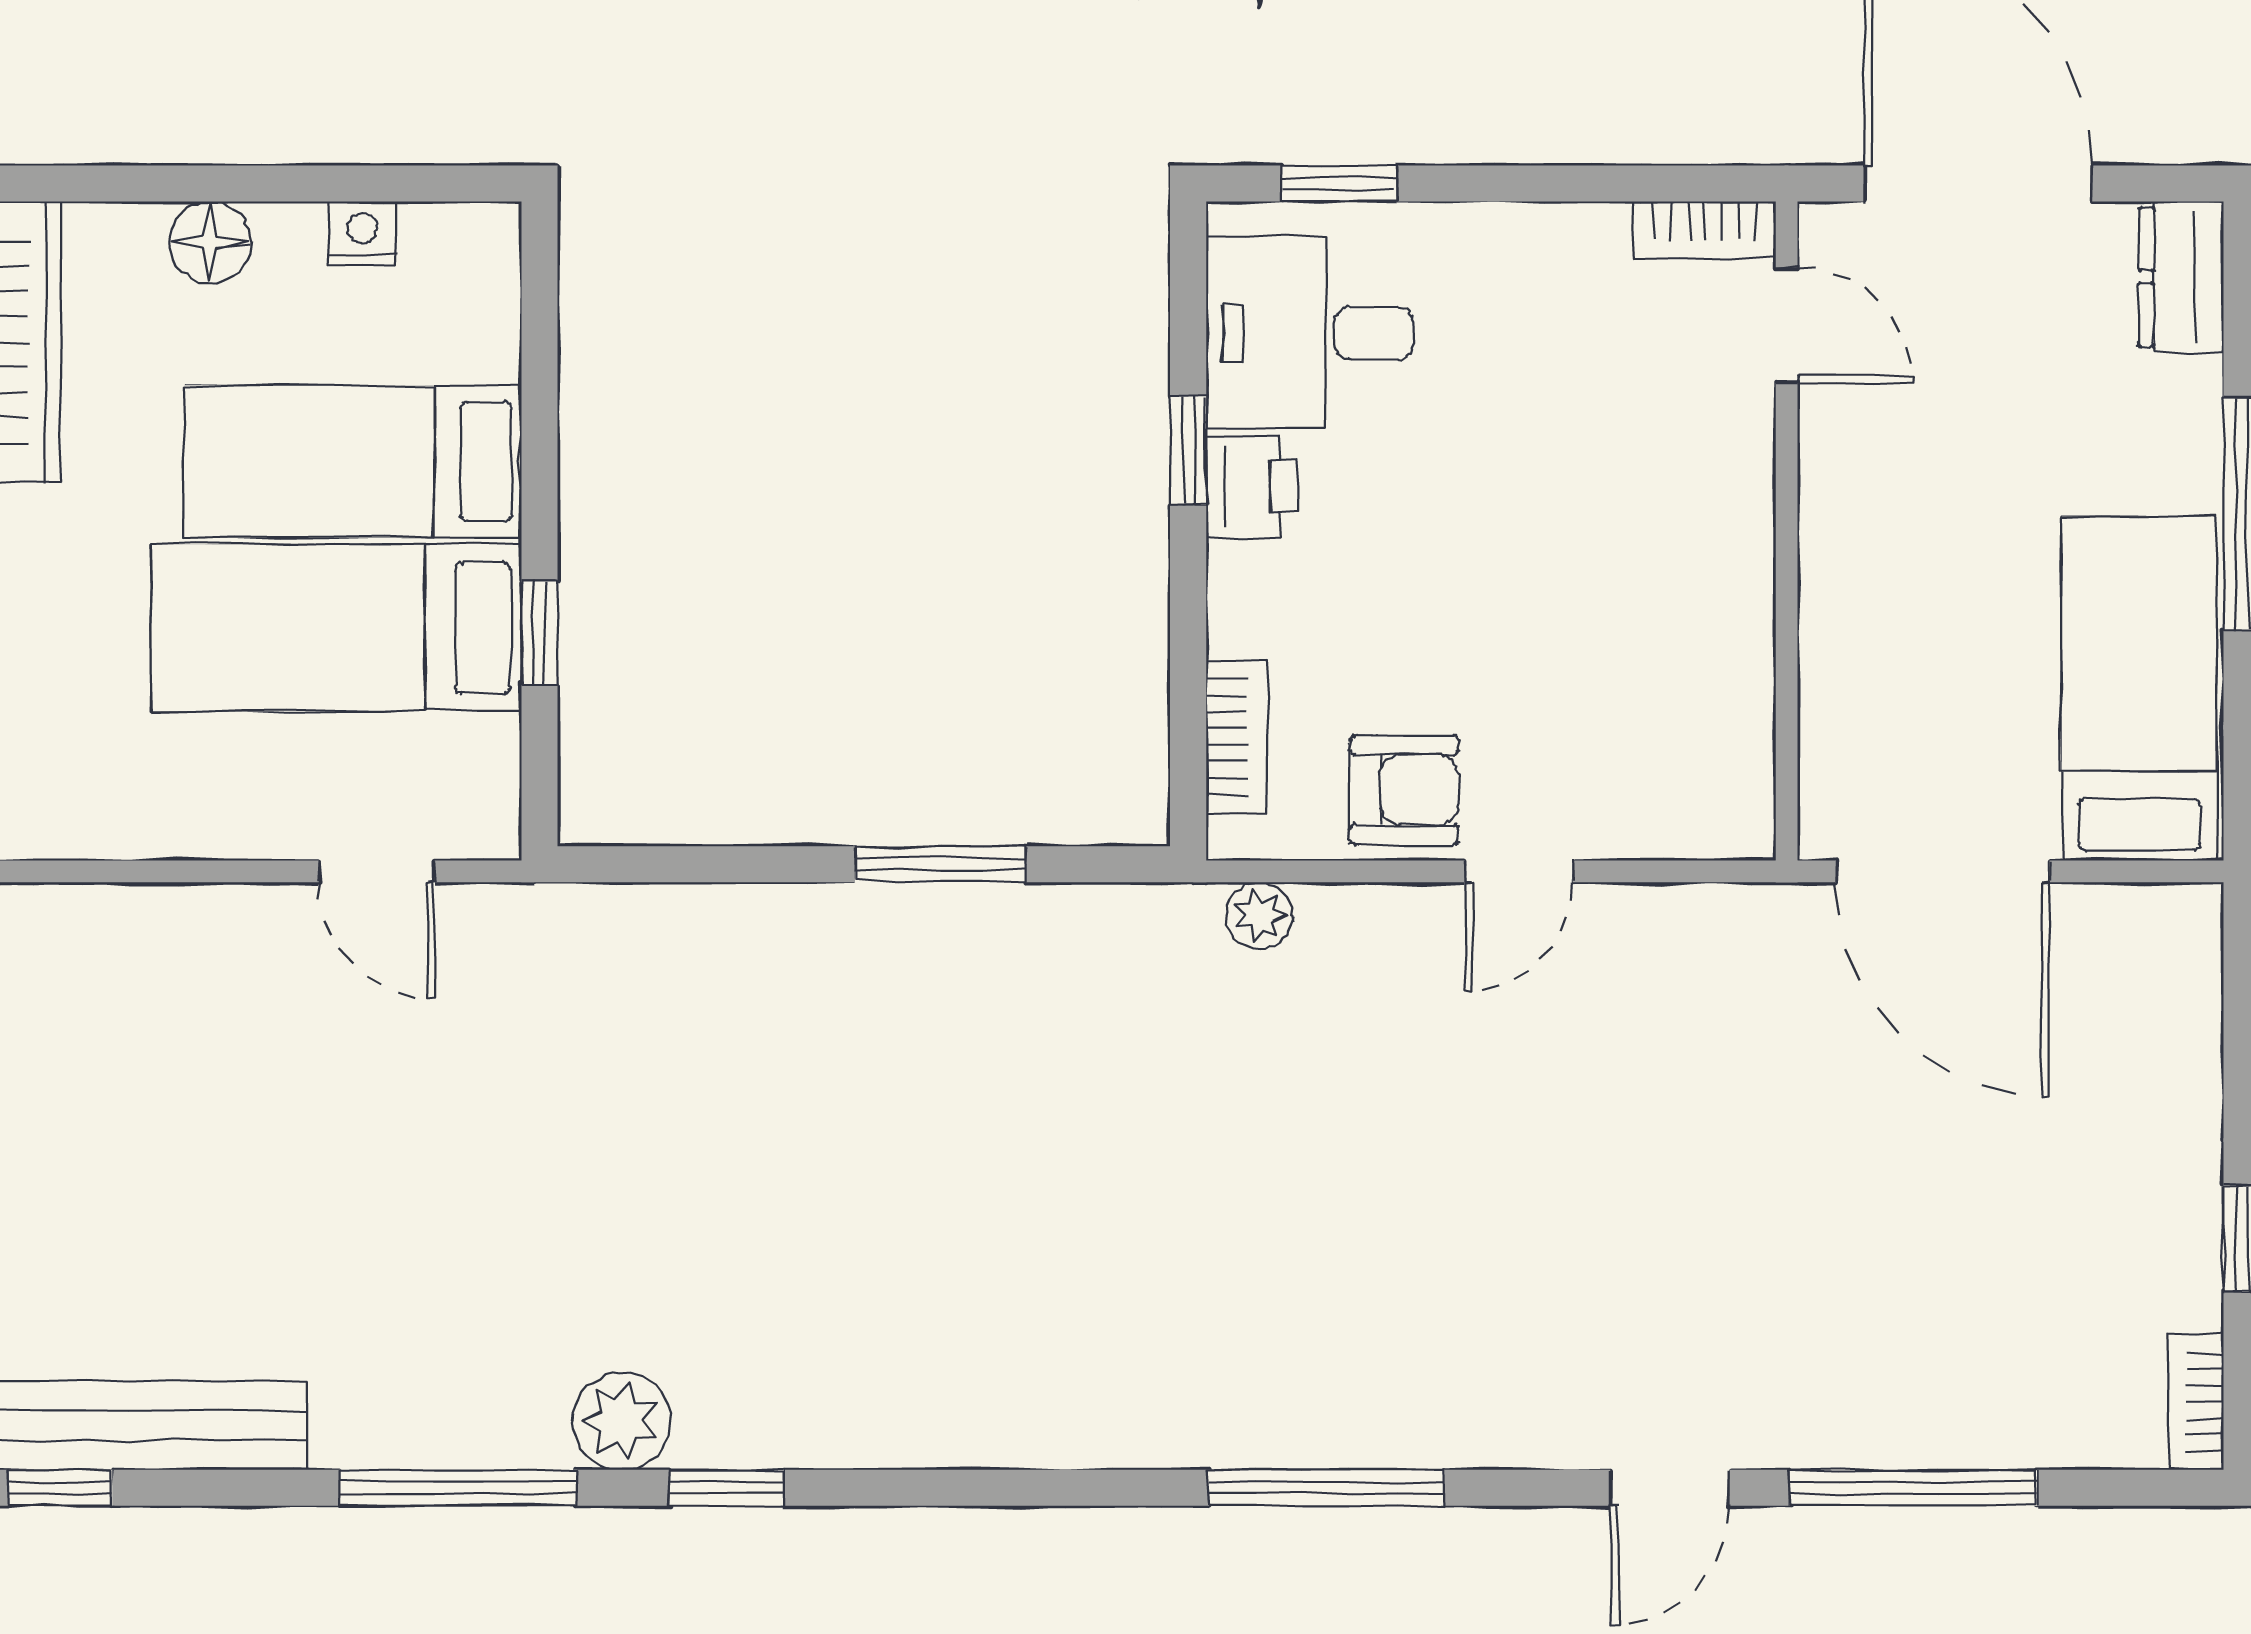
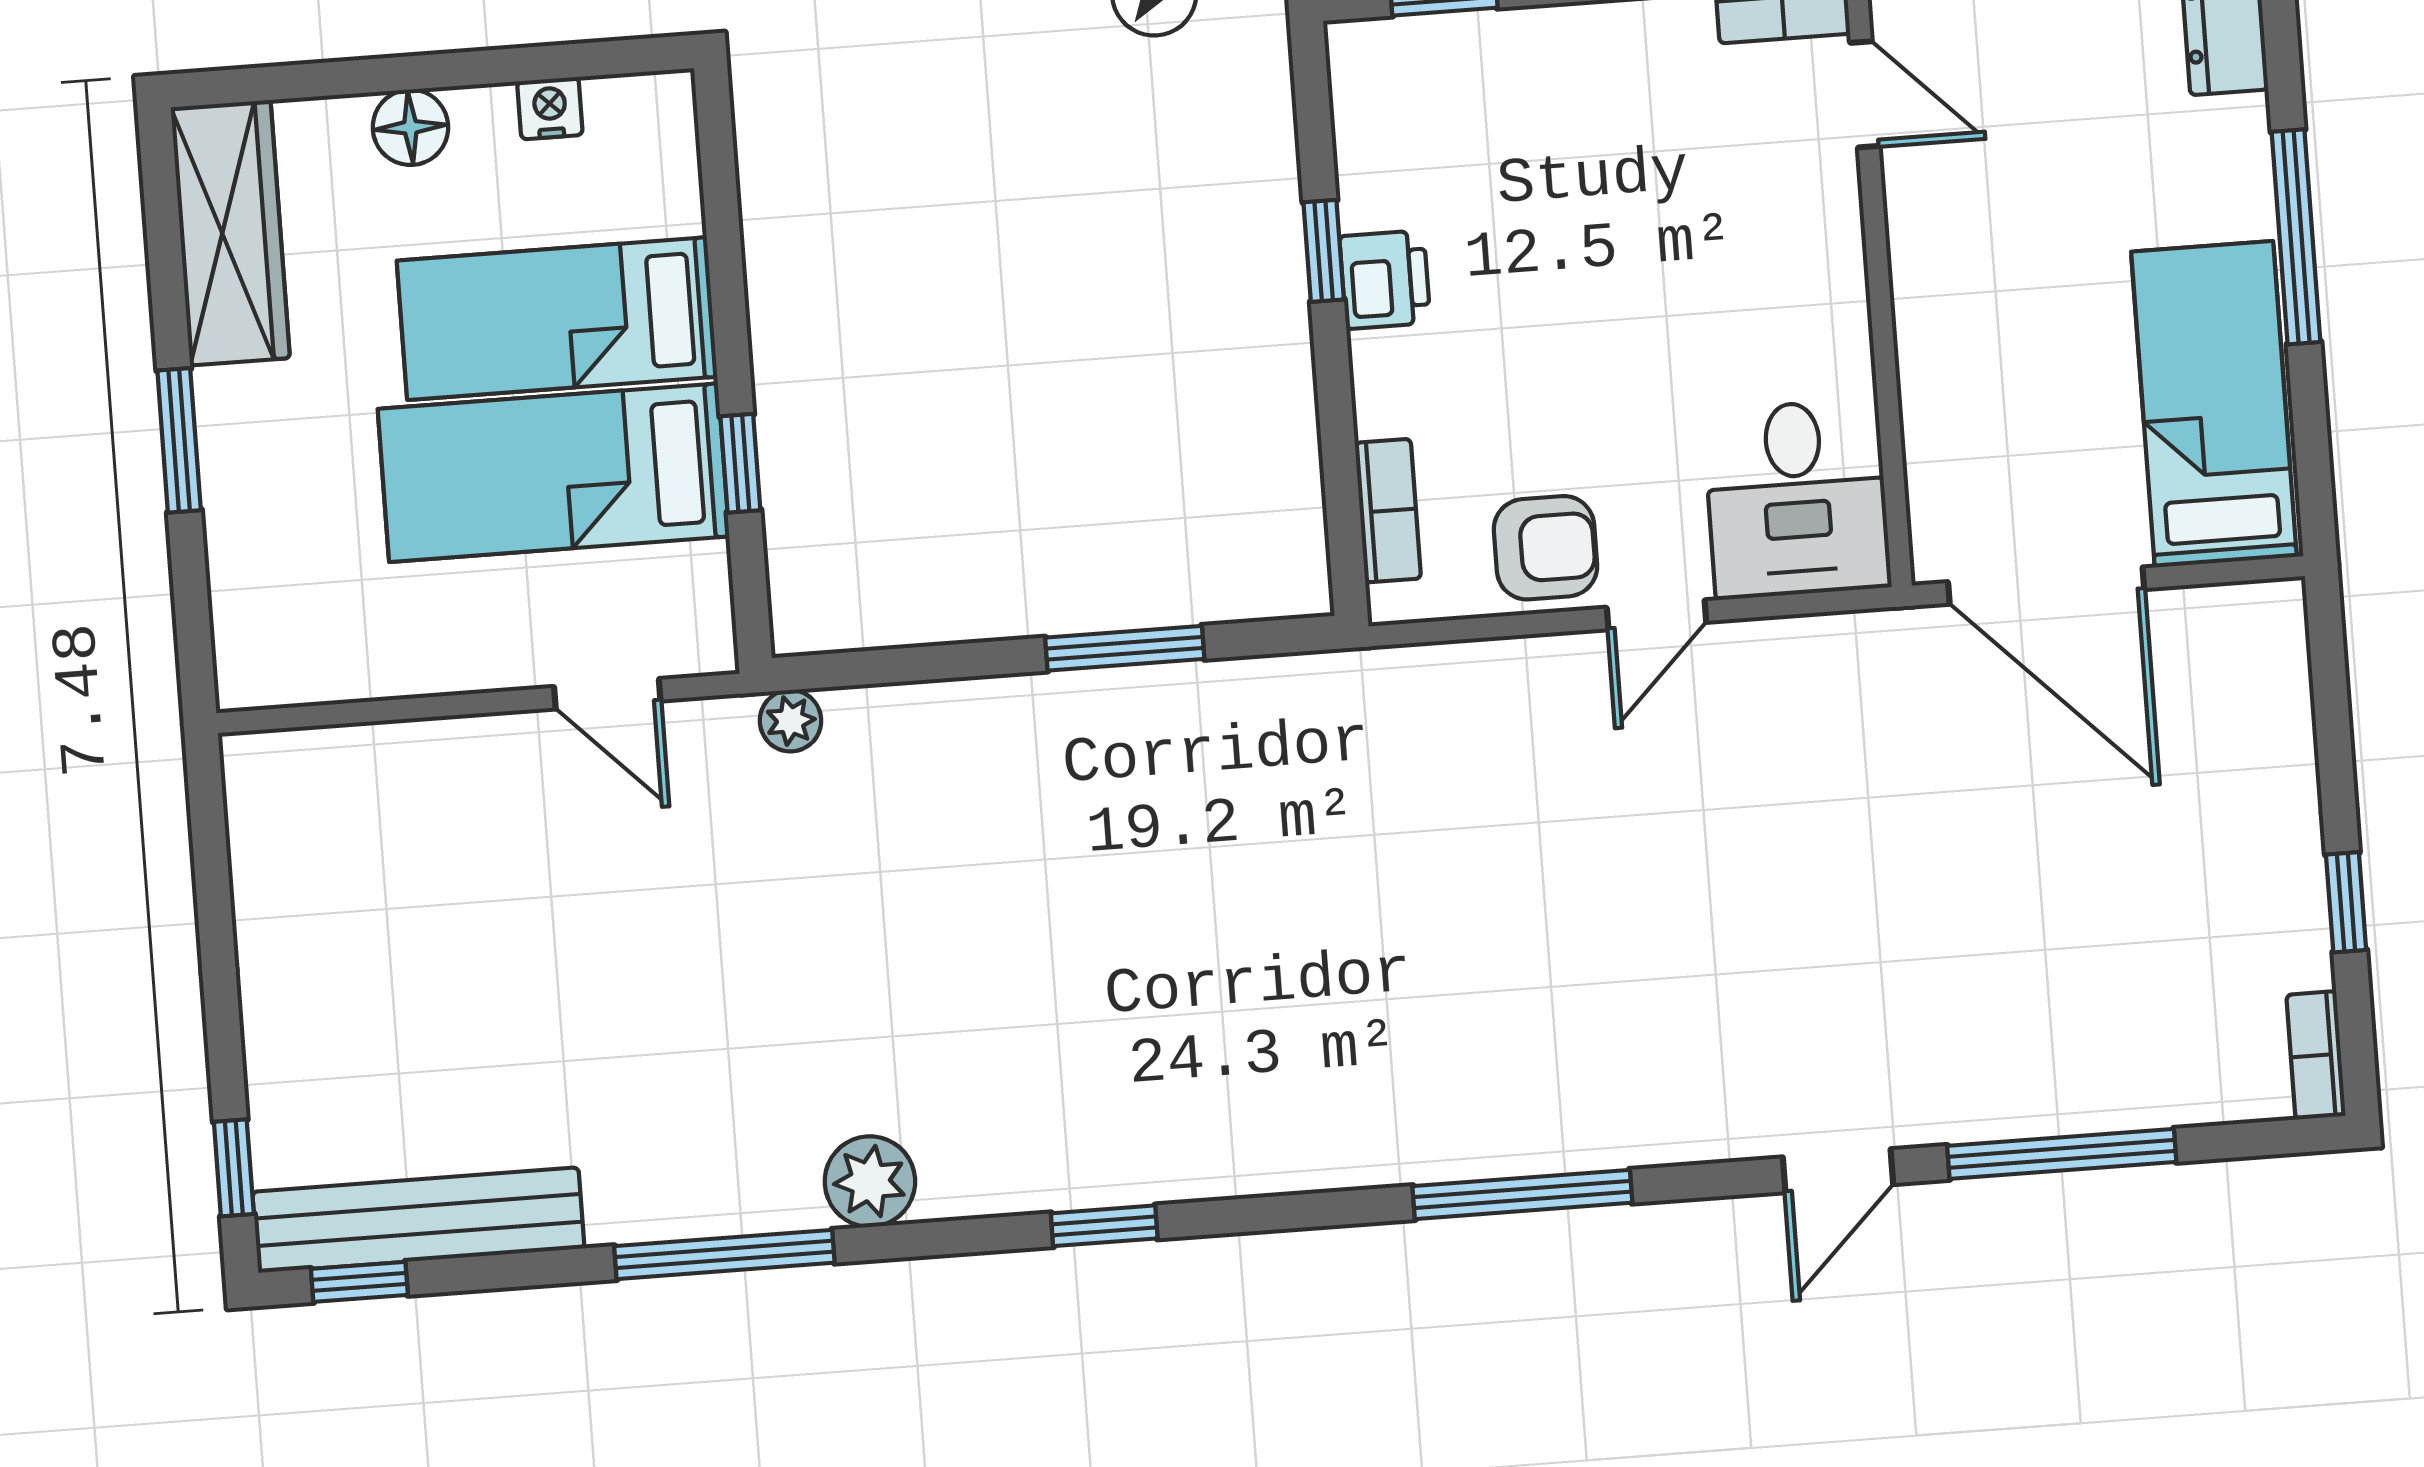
desk: (1309, 333) -> (1797, 499), moved, turned -90
plant: (1259, 916) -> (791, 721), moved
window: (727, 1488) -> (1104, 1226), moved

